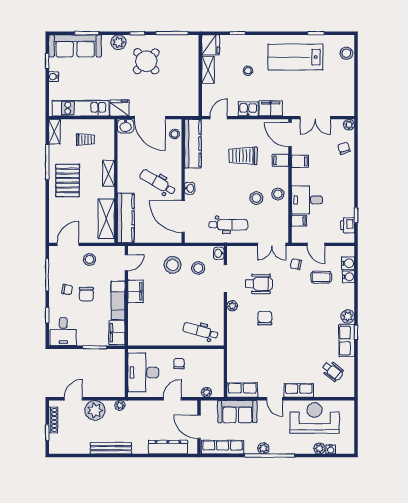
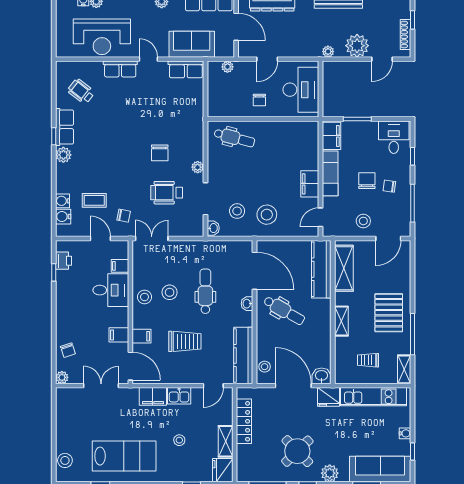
locker: (192, 87) -> (244, 421), added
dental chair: (228, 225) -> (205, 291), moved, turned 90

